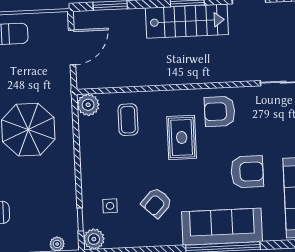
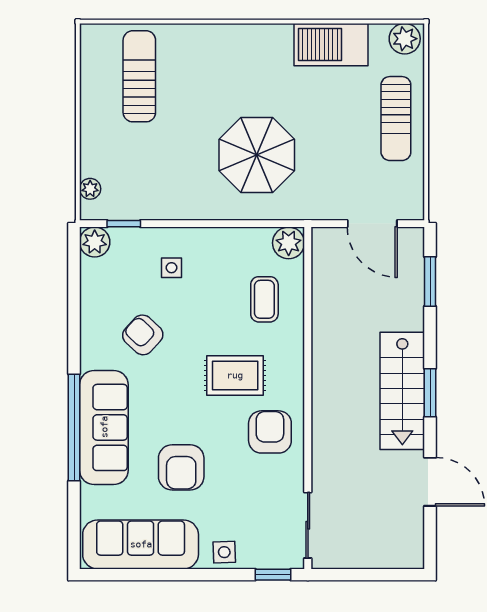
coffee table: (128, 120) -> (264, 299), turned 90
side table: (110, 206) -> (172, 268), moved

